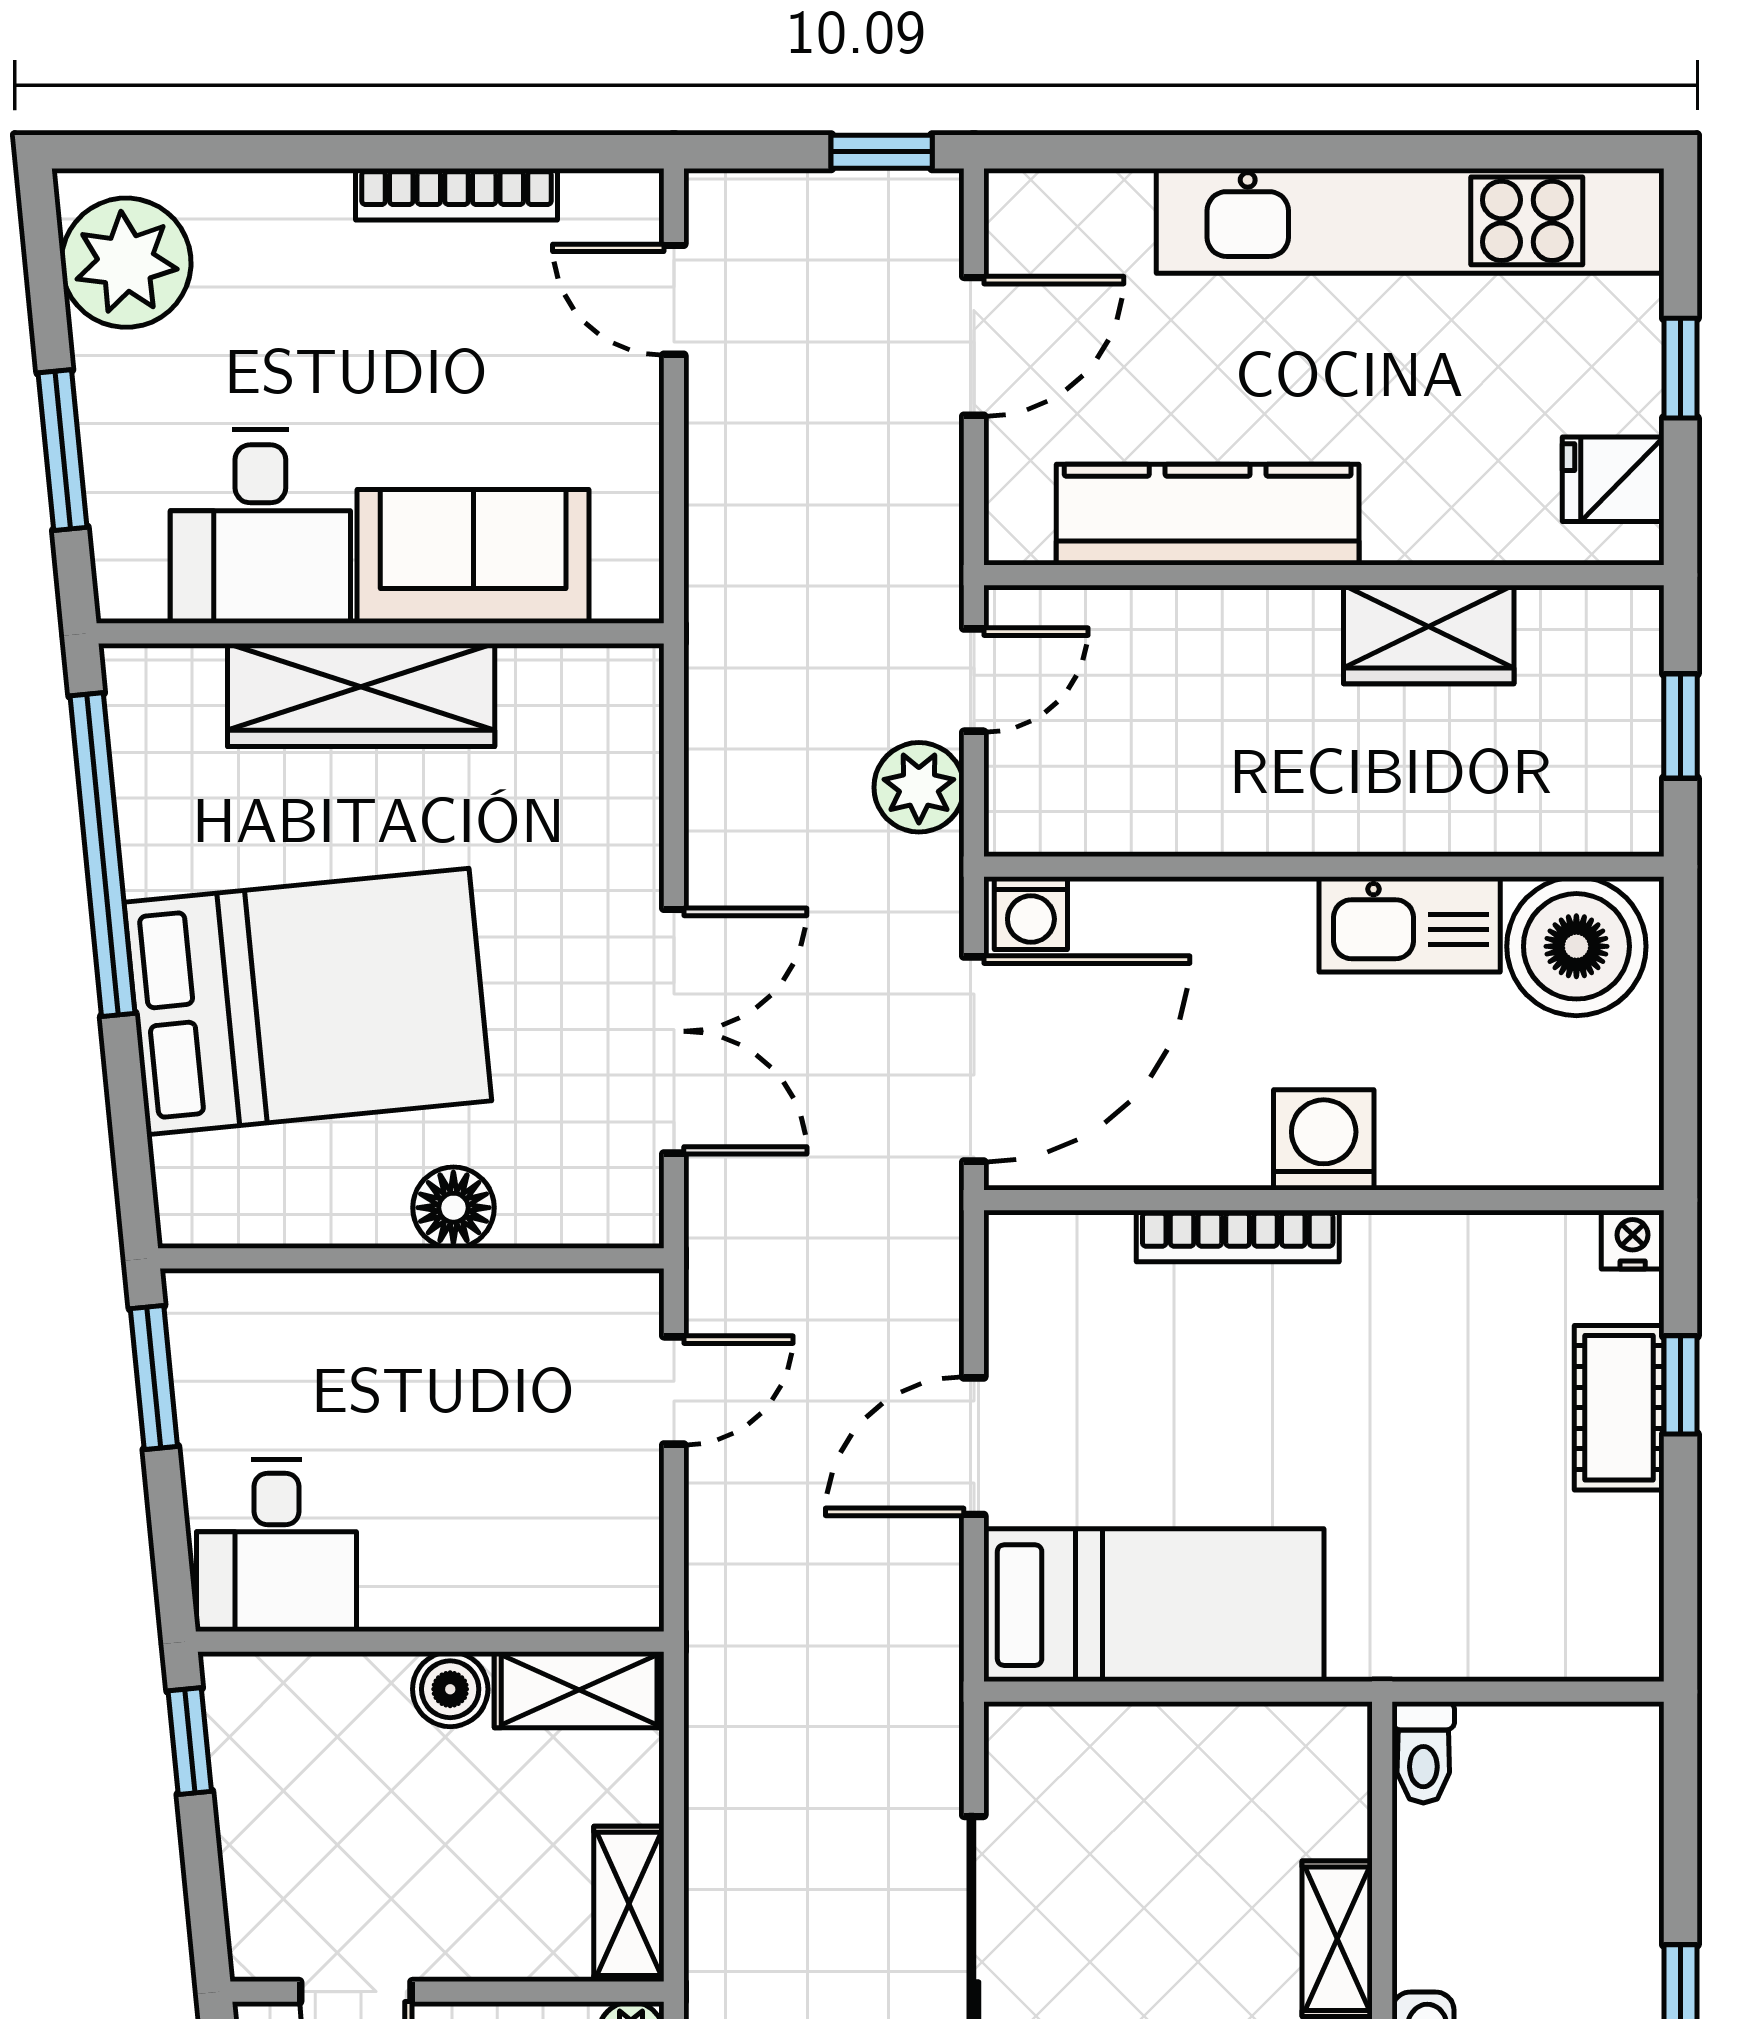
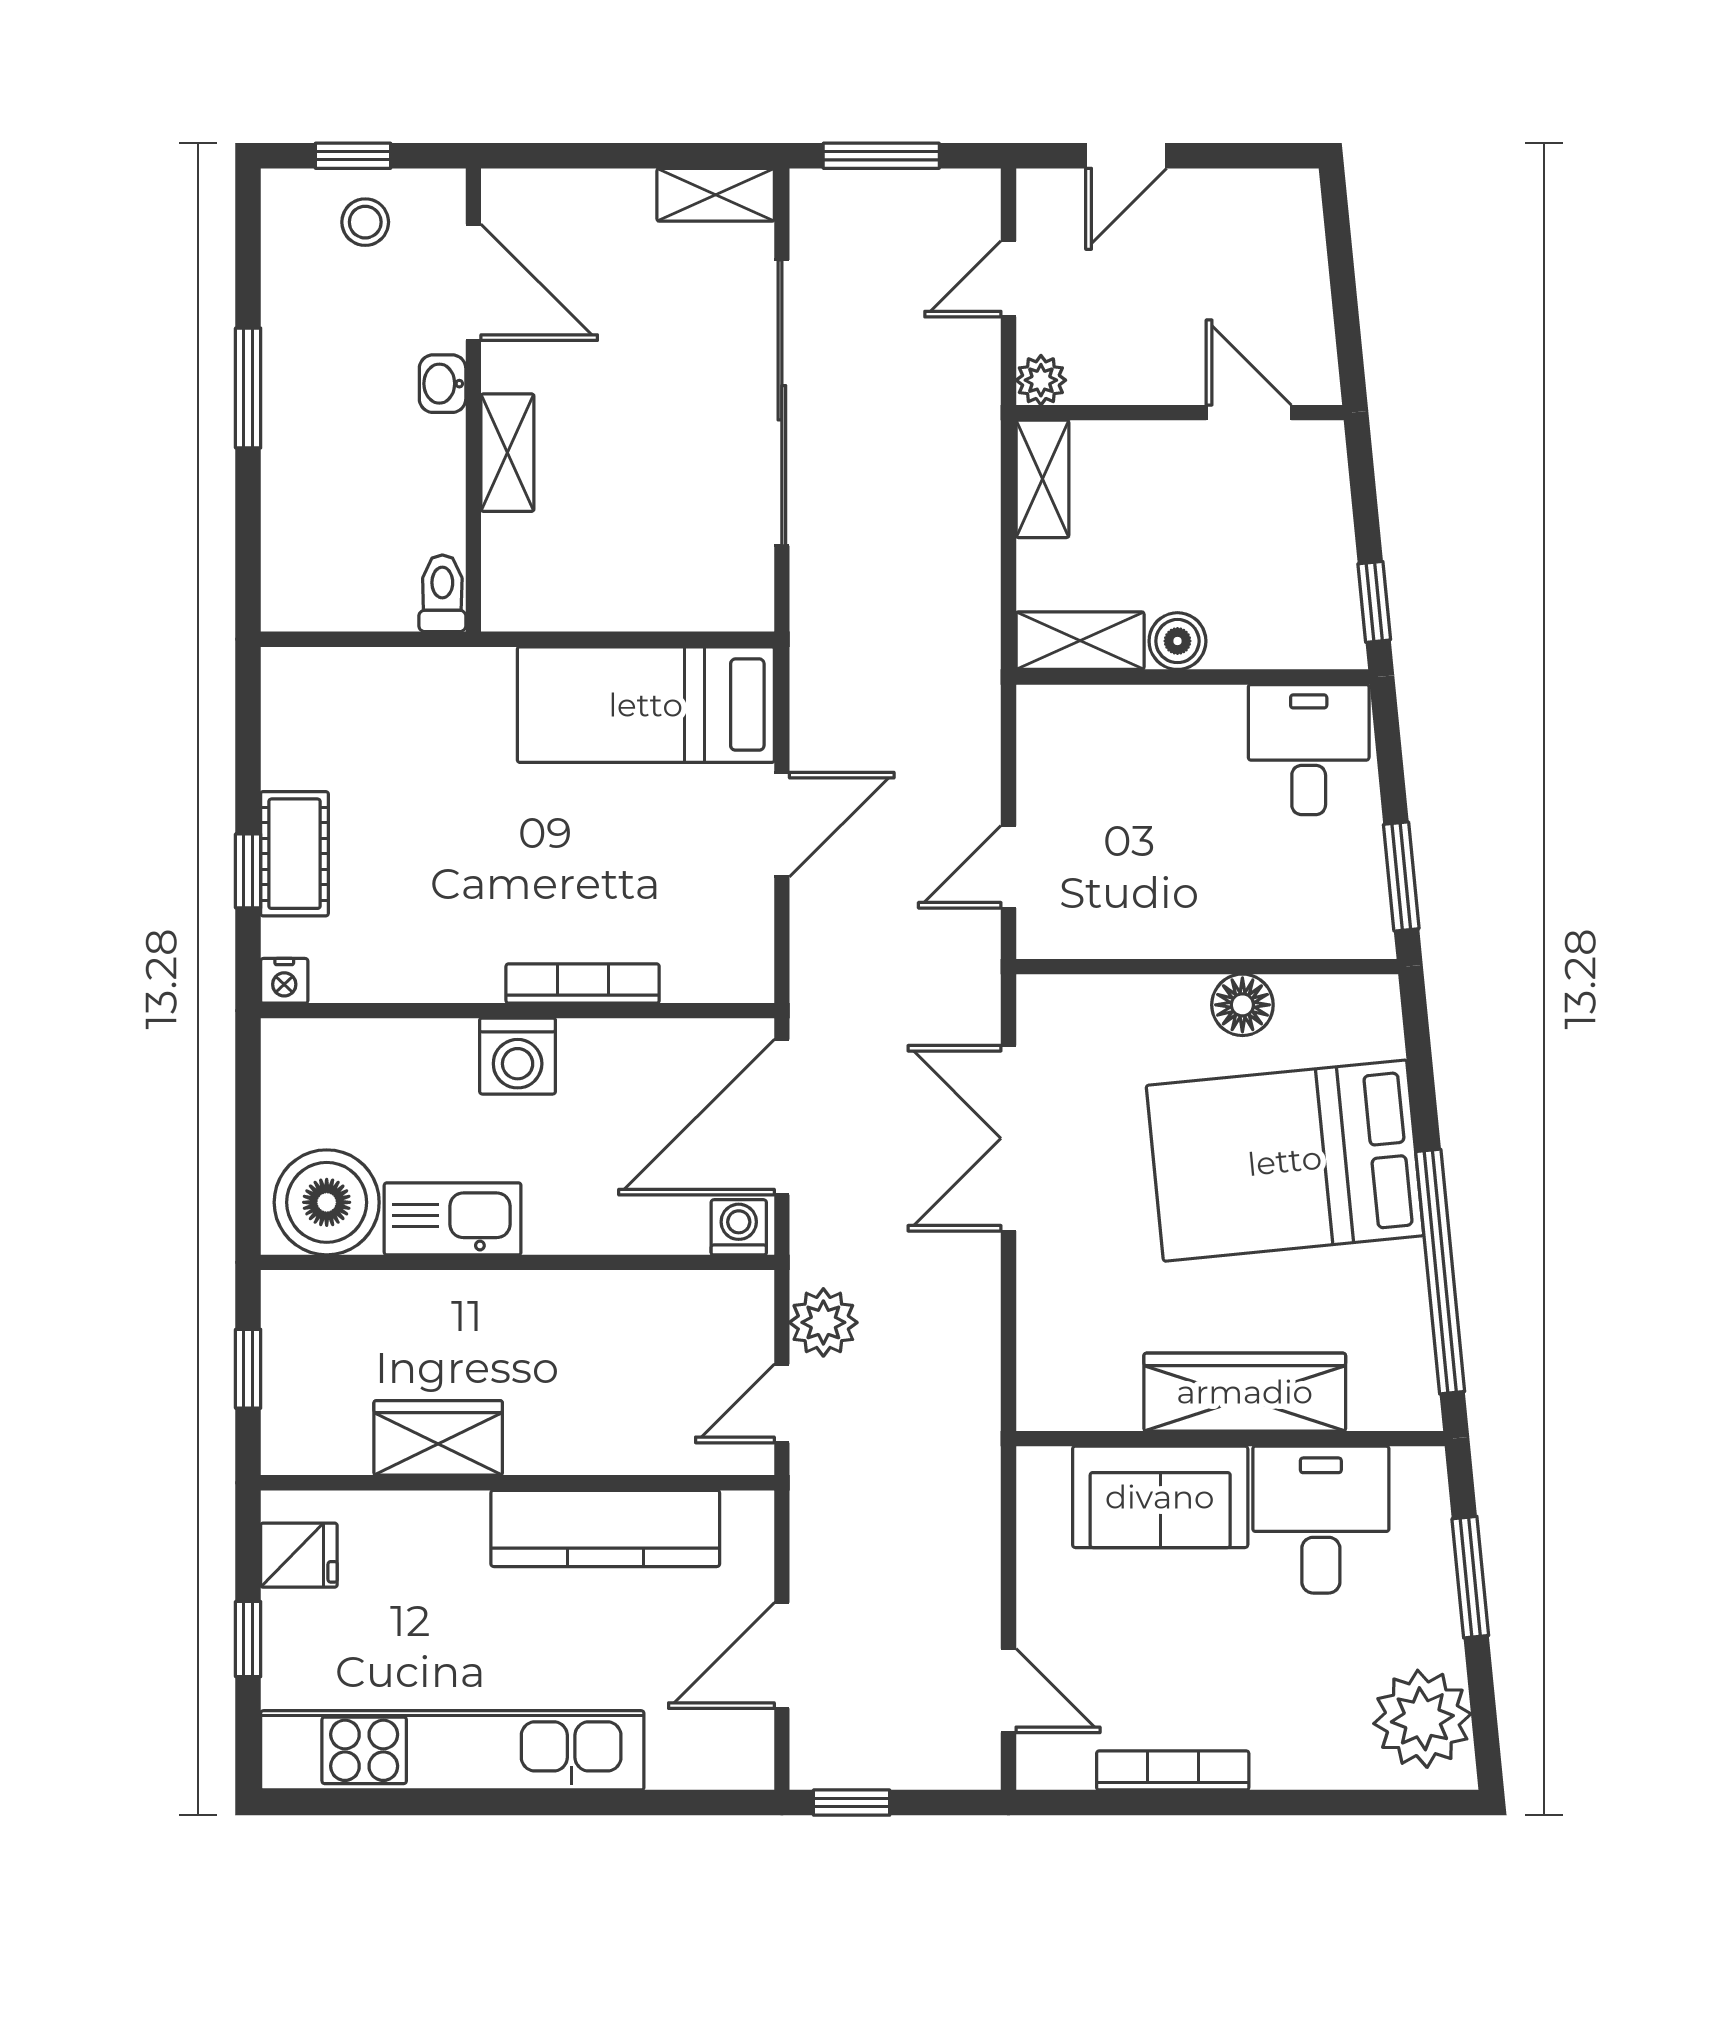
floor lamp: (453, 1208) -> (1242, 1005), moved

